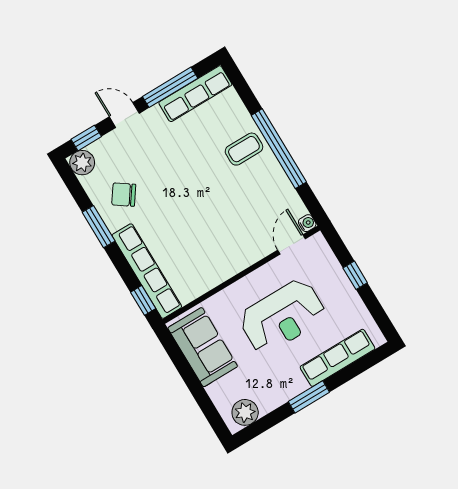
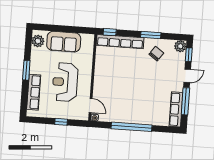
coffee table: (244, 149) -> (141, 113), removed
sofa: (203, 347) -> (64, 42), moved

